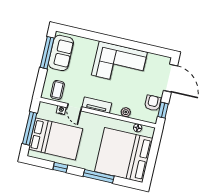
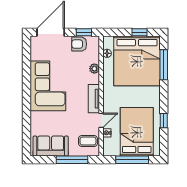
window: (47, 53) -> (72, 160), moved
window: (151, 164) -> (139, 32), added
window: (99, 176) -> (164, 65), moved

